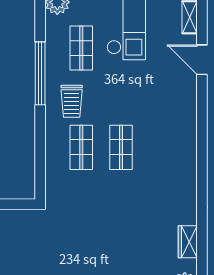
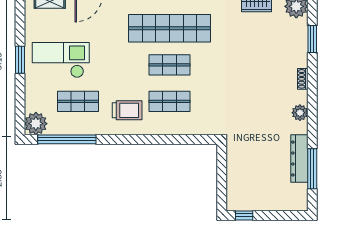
window: (40, 73) -> (67, 139), moved
shop shelf: (161, 147) -> (170, 28), added

